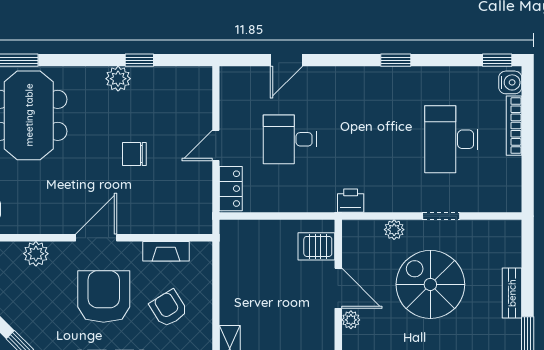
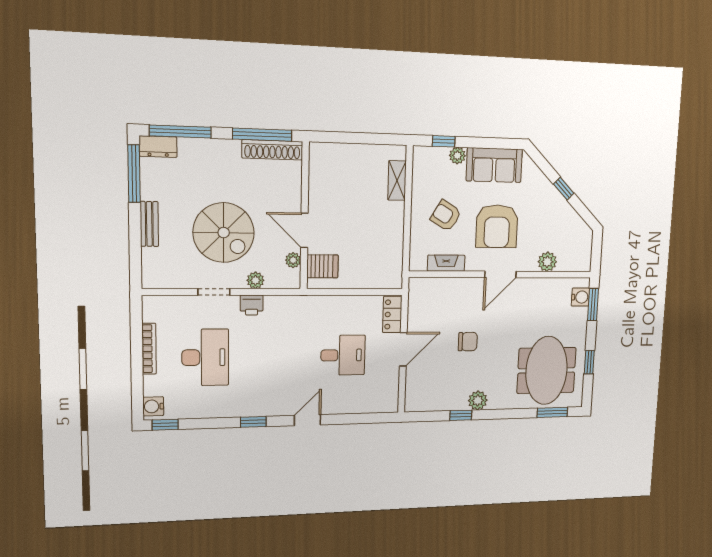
door: (287, 60) -> (307, 420), moved
bookcase: (514, 126) -> (149, 349), moved
door: (216, 145) -> (403, 349), width x1.38
printer: (351, 201) -> (252, 305), moved
armchair: (169, 308) -> (446, 216), turned 153
plant: (351, 320) -> (293, 260), moved

